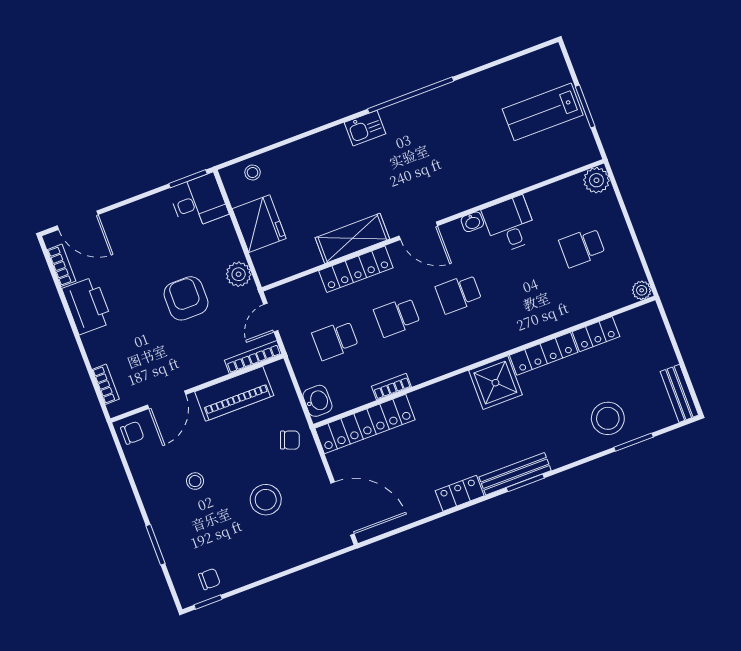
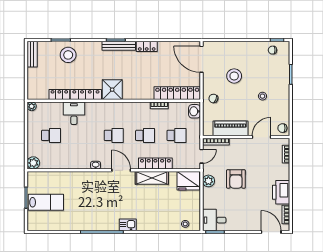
fridge: (259, 224) -> (188, 181), moved, turned -90
desk: (510, 224) -> (74, 113), moved, turned 180

